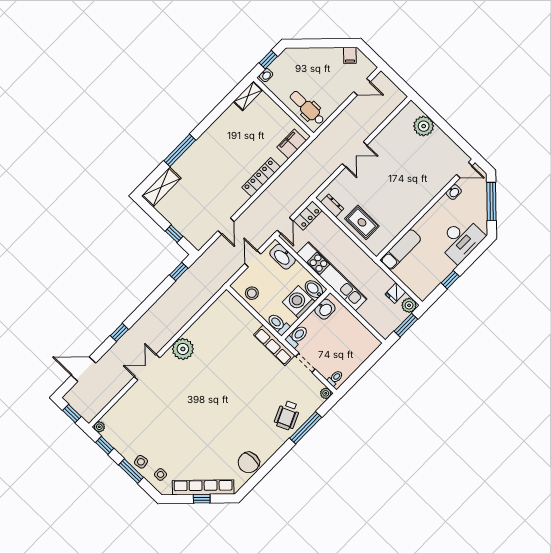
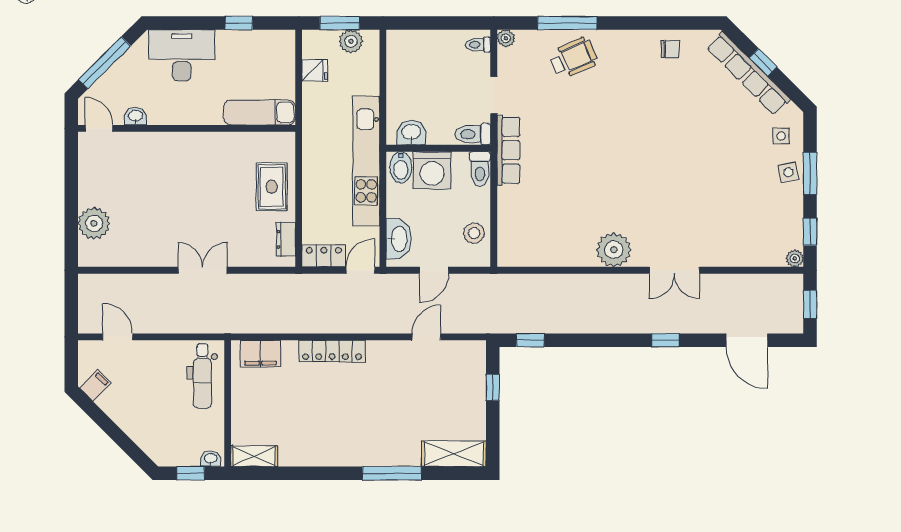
plant: (409, 305) -> (351, 41), moved
chair: (249, 462) -> (670, 49), width x0.54, depth x0.54

